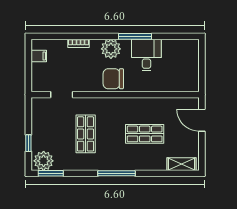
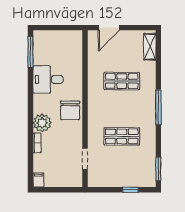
window: (135, 36) -> (30, 52), moved
plant: (111, 49) -> (42, 123), moved
filing cabinet: (39, 56) -> (38, 180), moved
shop shelf: (145, 134) -> (122, 81), turned 90
plant: (44, 161) -> (147, 176), removed

